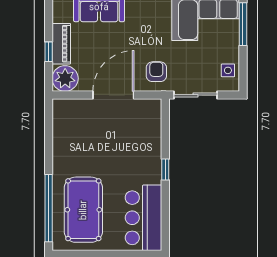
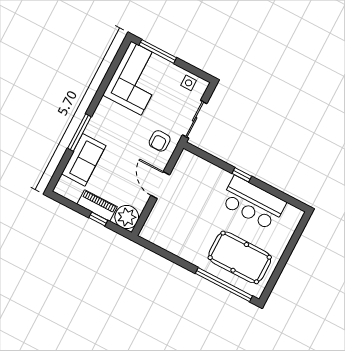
armchair: (156, 72) -> (160, 141), turned -90
door: (113, 95) -> (160, 185), width x0.73
bar counter: (143, 218) -> (253, 203), moved

